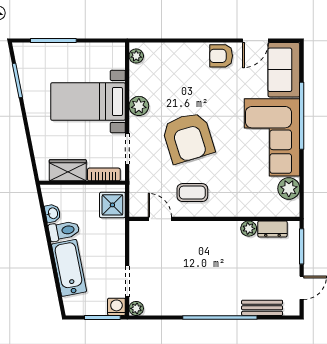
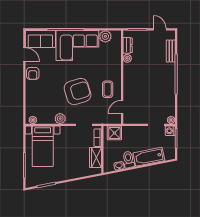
bed with nightstands: (88, 101) -> (43, 146), moved

